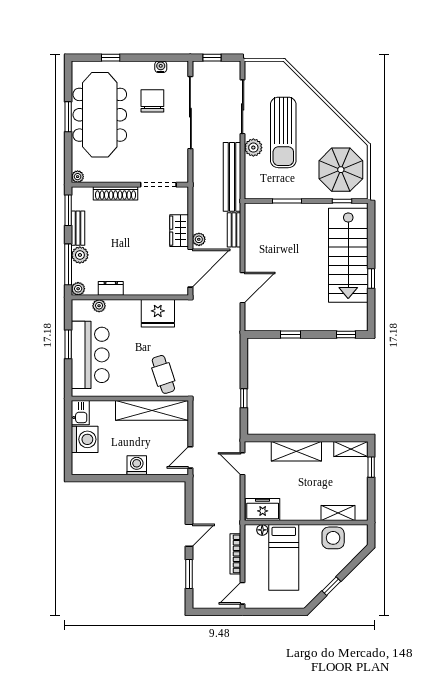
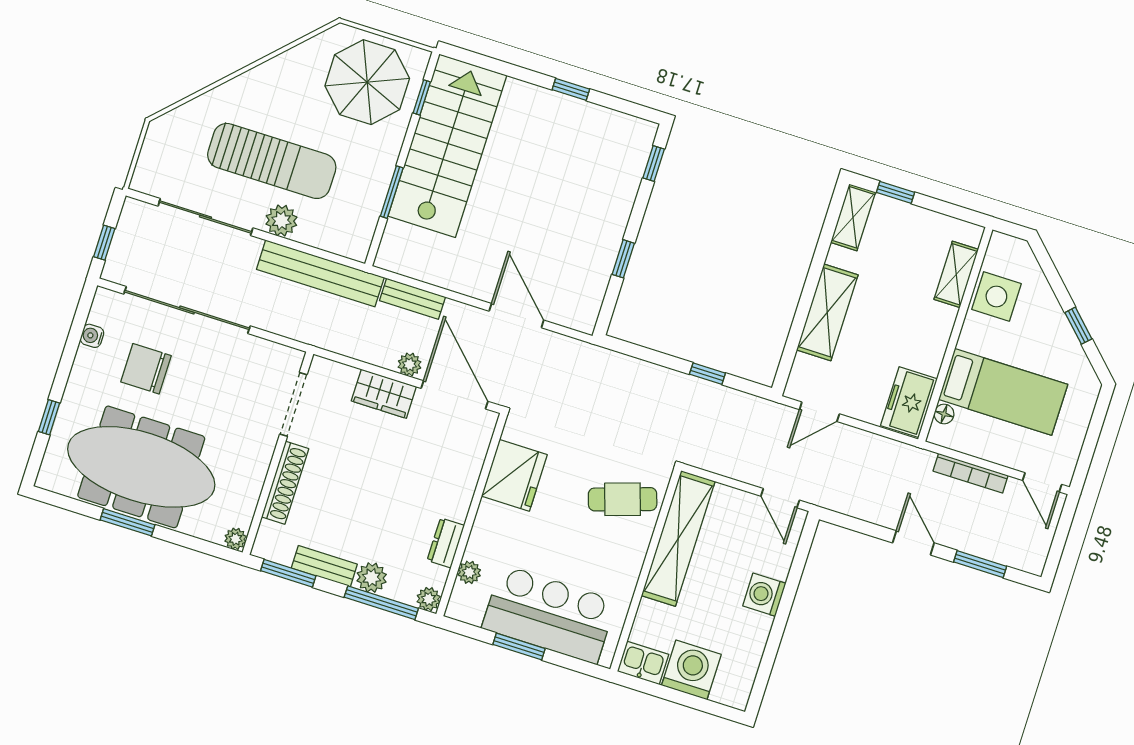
stairs: (348, 255) -> (447, 146), moved, turned -90

